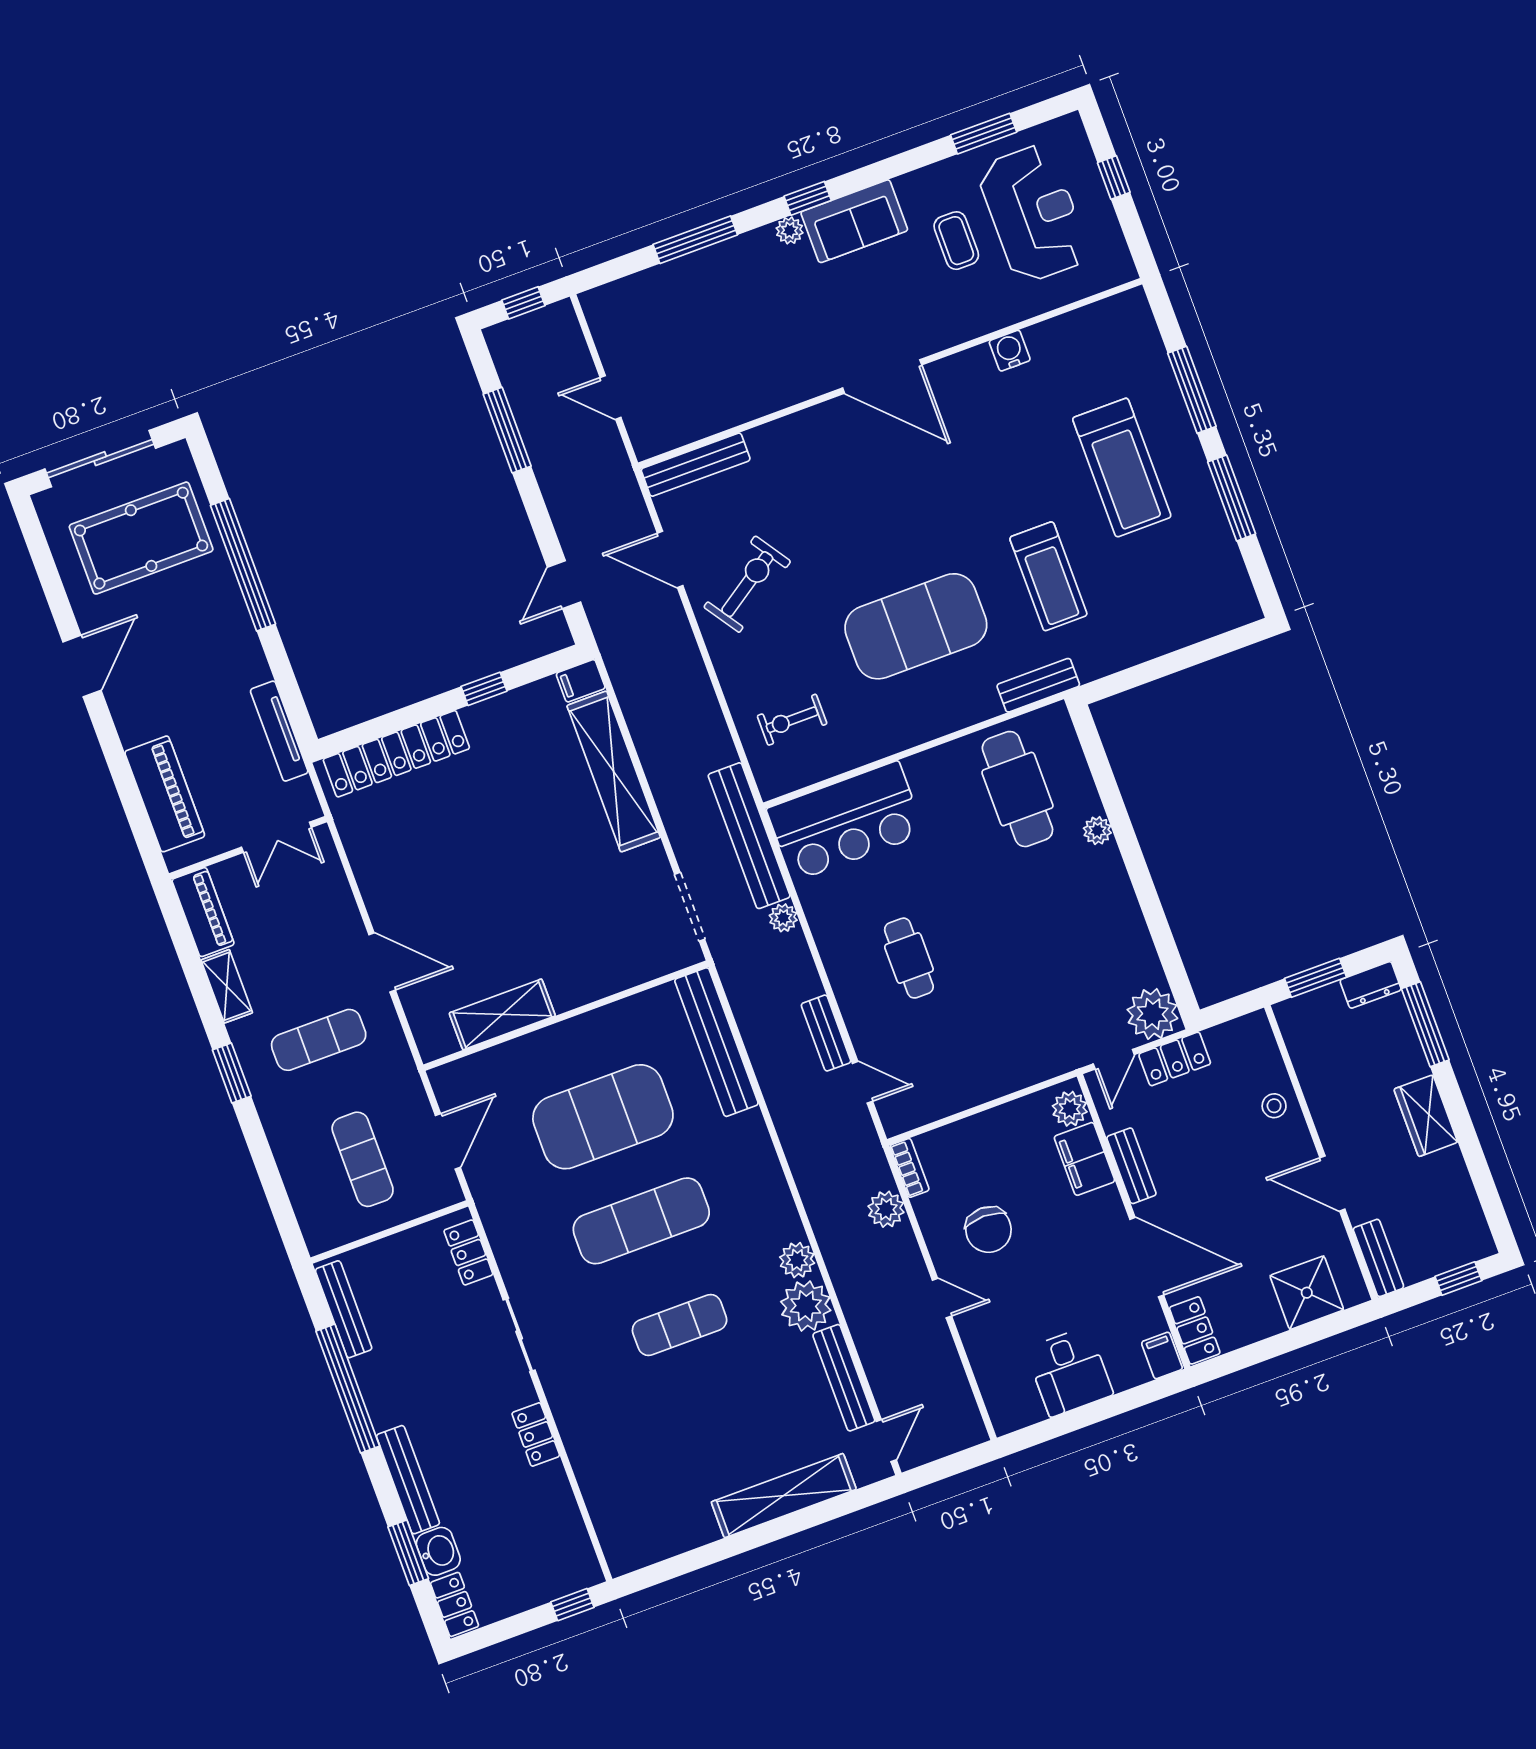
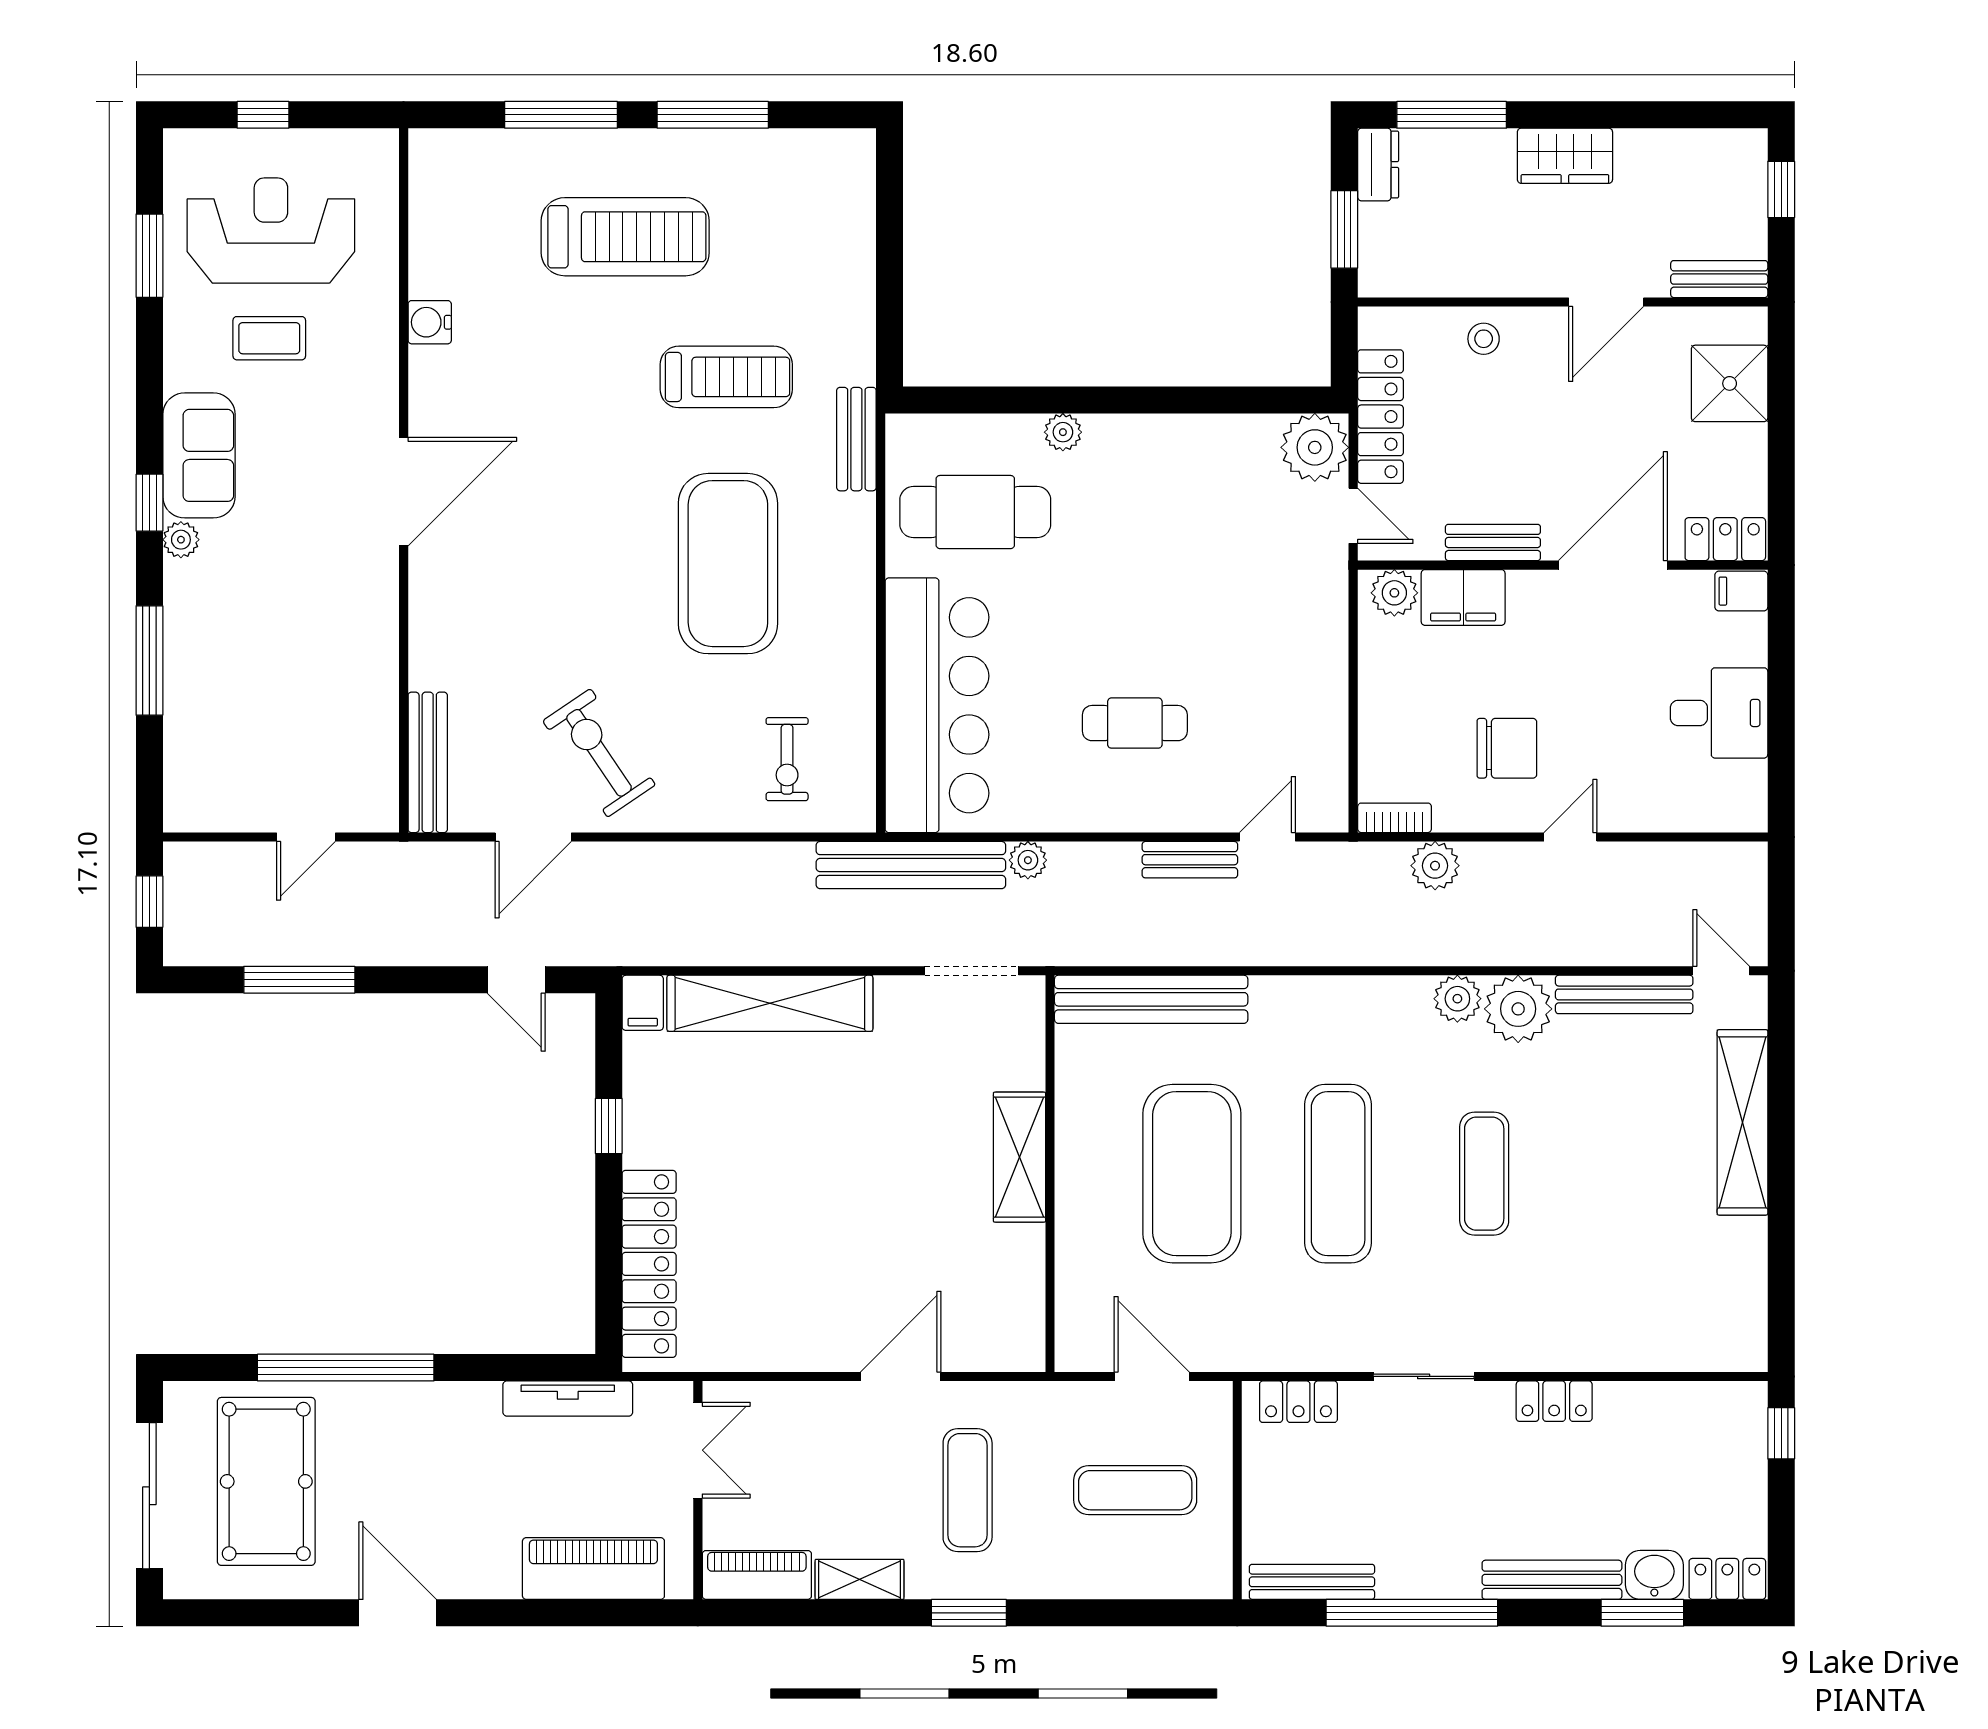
bar counter: (846, 821) -> (937, 705), width x1.36
shelving: (502, 1014) -> (1019, 1157), moved
locker: (1175, 1059) -> (1380, 417), width x1.53

